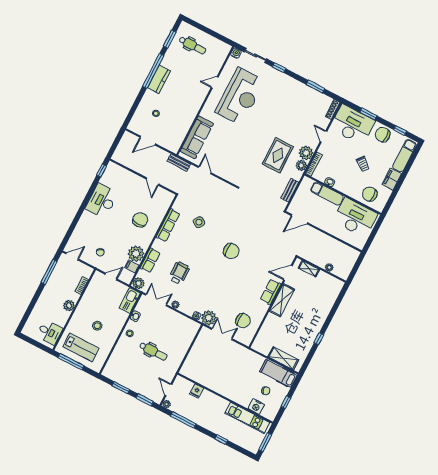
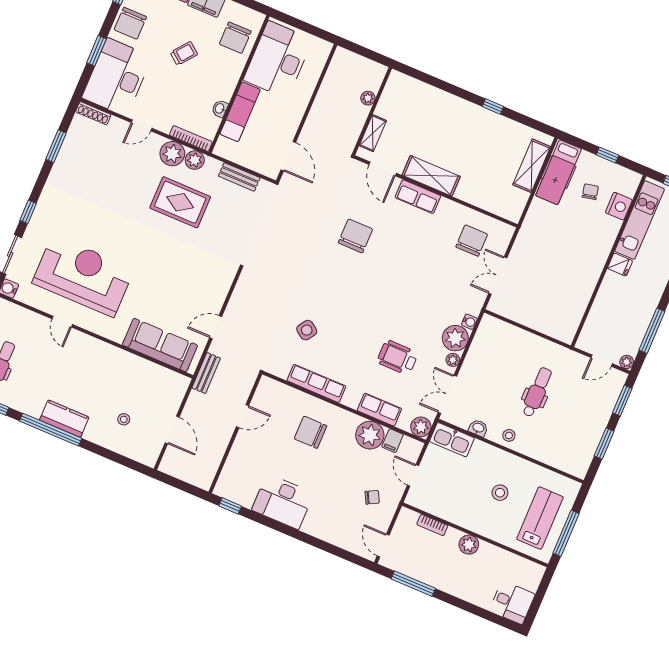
chair: (231, 251) -> (355, 236), moved
plant: (209, 318) -> (455, 338), moved
desk: (50, 332) -> (512, 602), moved, turned 90
fridge: (197, 391) -> (620, 265), moved

